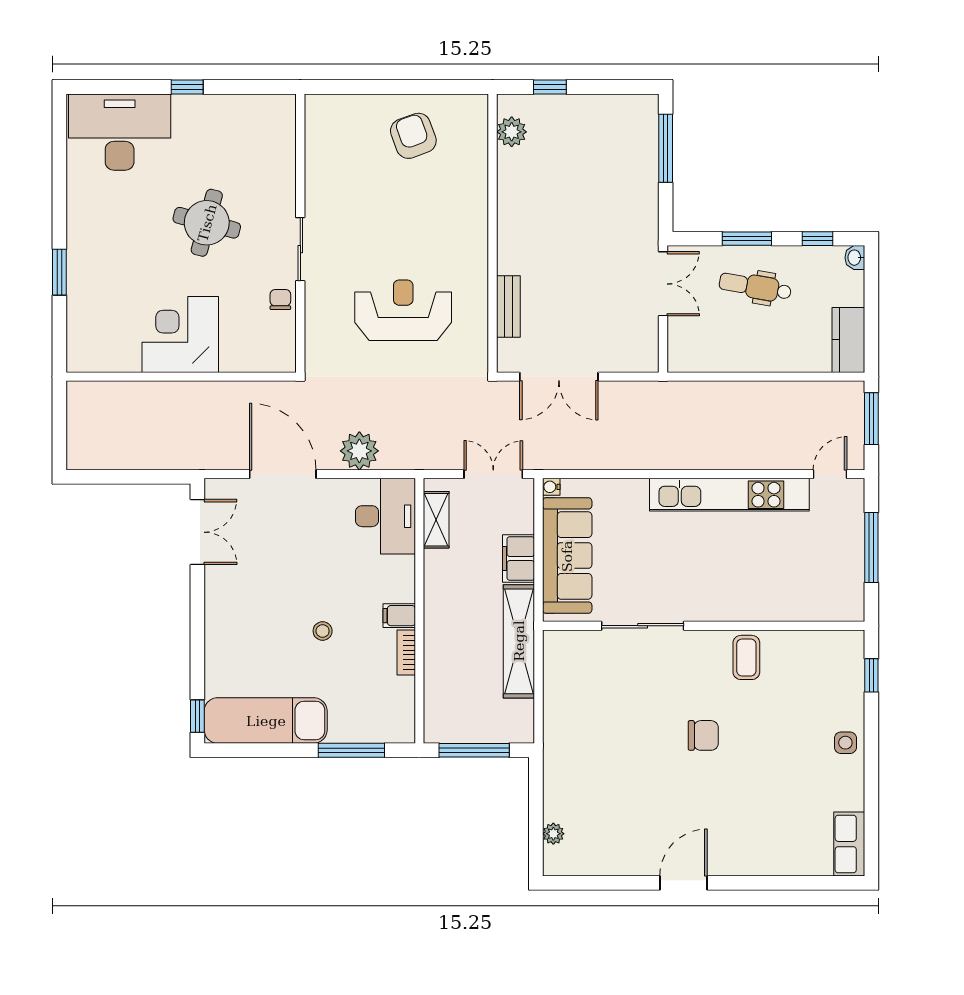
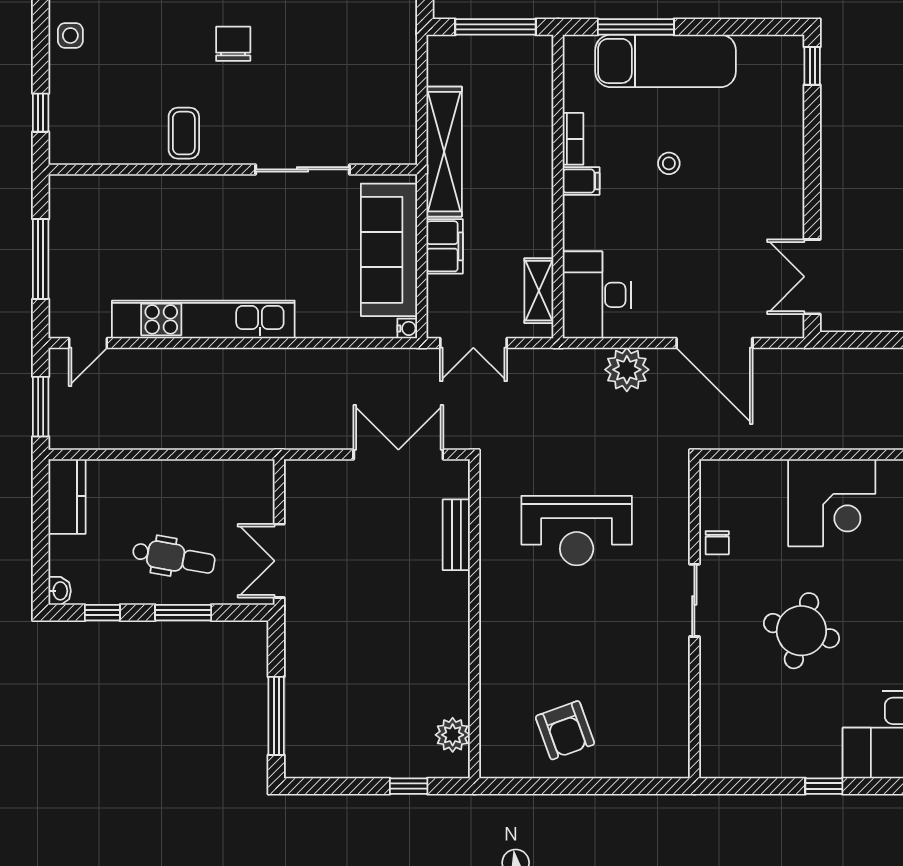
exam couch: (266, 721) -> (666, 61), moved
chair: (703, 735) -> (233, 44), turned 90

